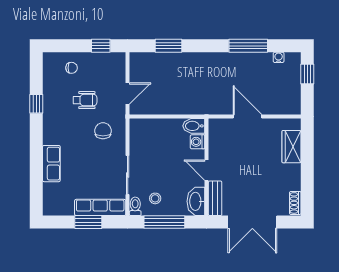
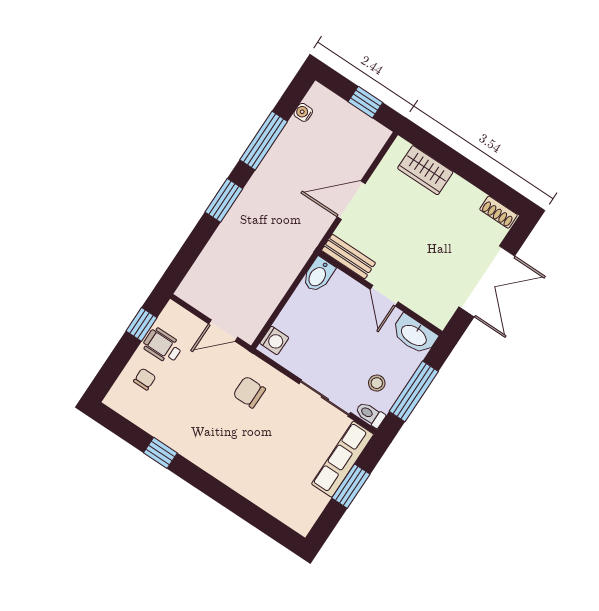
window: (169, 46) -> (224, 200), moved
window: (307, 74) -> (365, 102), moved
door: (128, 93) -> (223, 331), swing flipped
wheelchair: (85, 100) -> (163, 346), moved, turned -90
washing machine: (197, 142) -> (274, 340), moved, turned -90
row of seats: (51, 164) -> (247, 484), removed
door: (207, 170) -> (384, 296), hinge flipped
bench: (215, 198) -> (349, 257), moved

